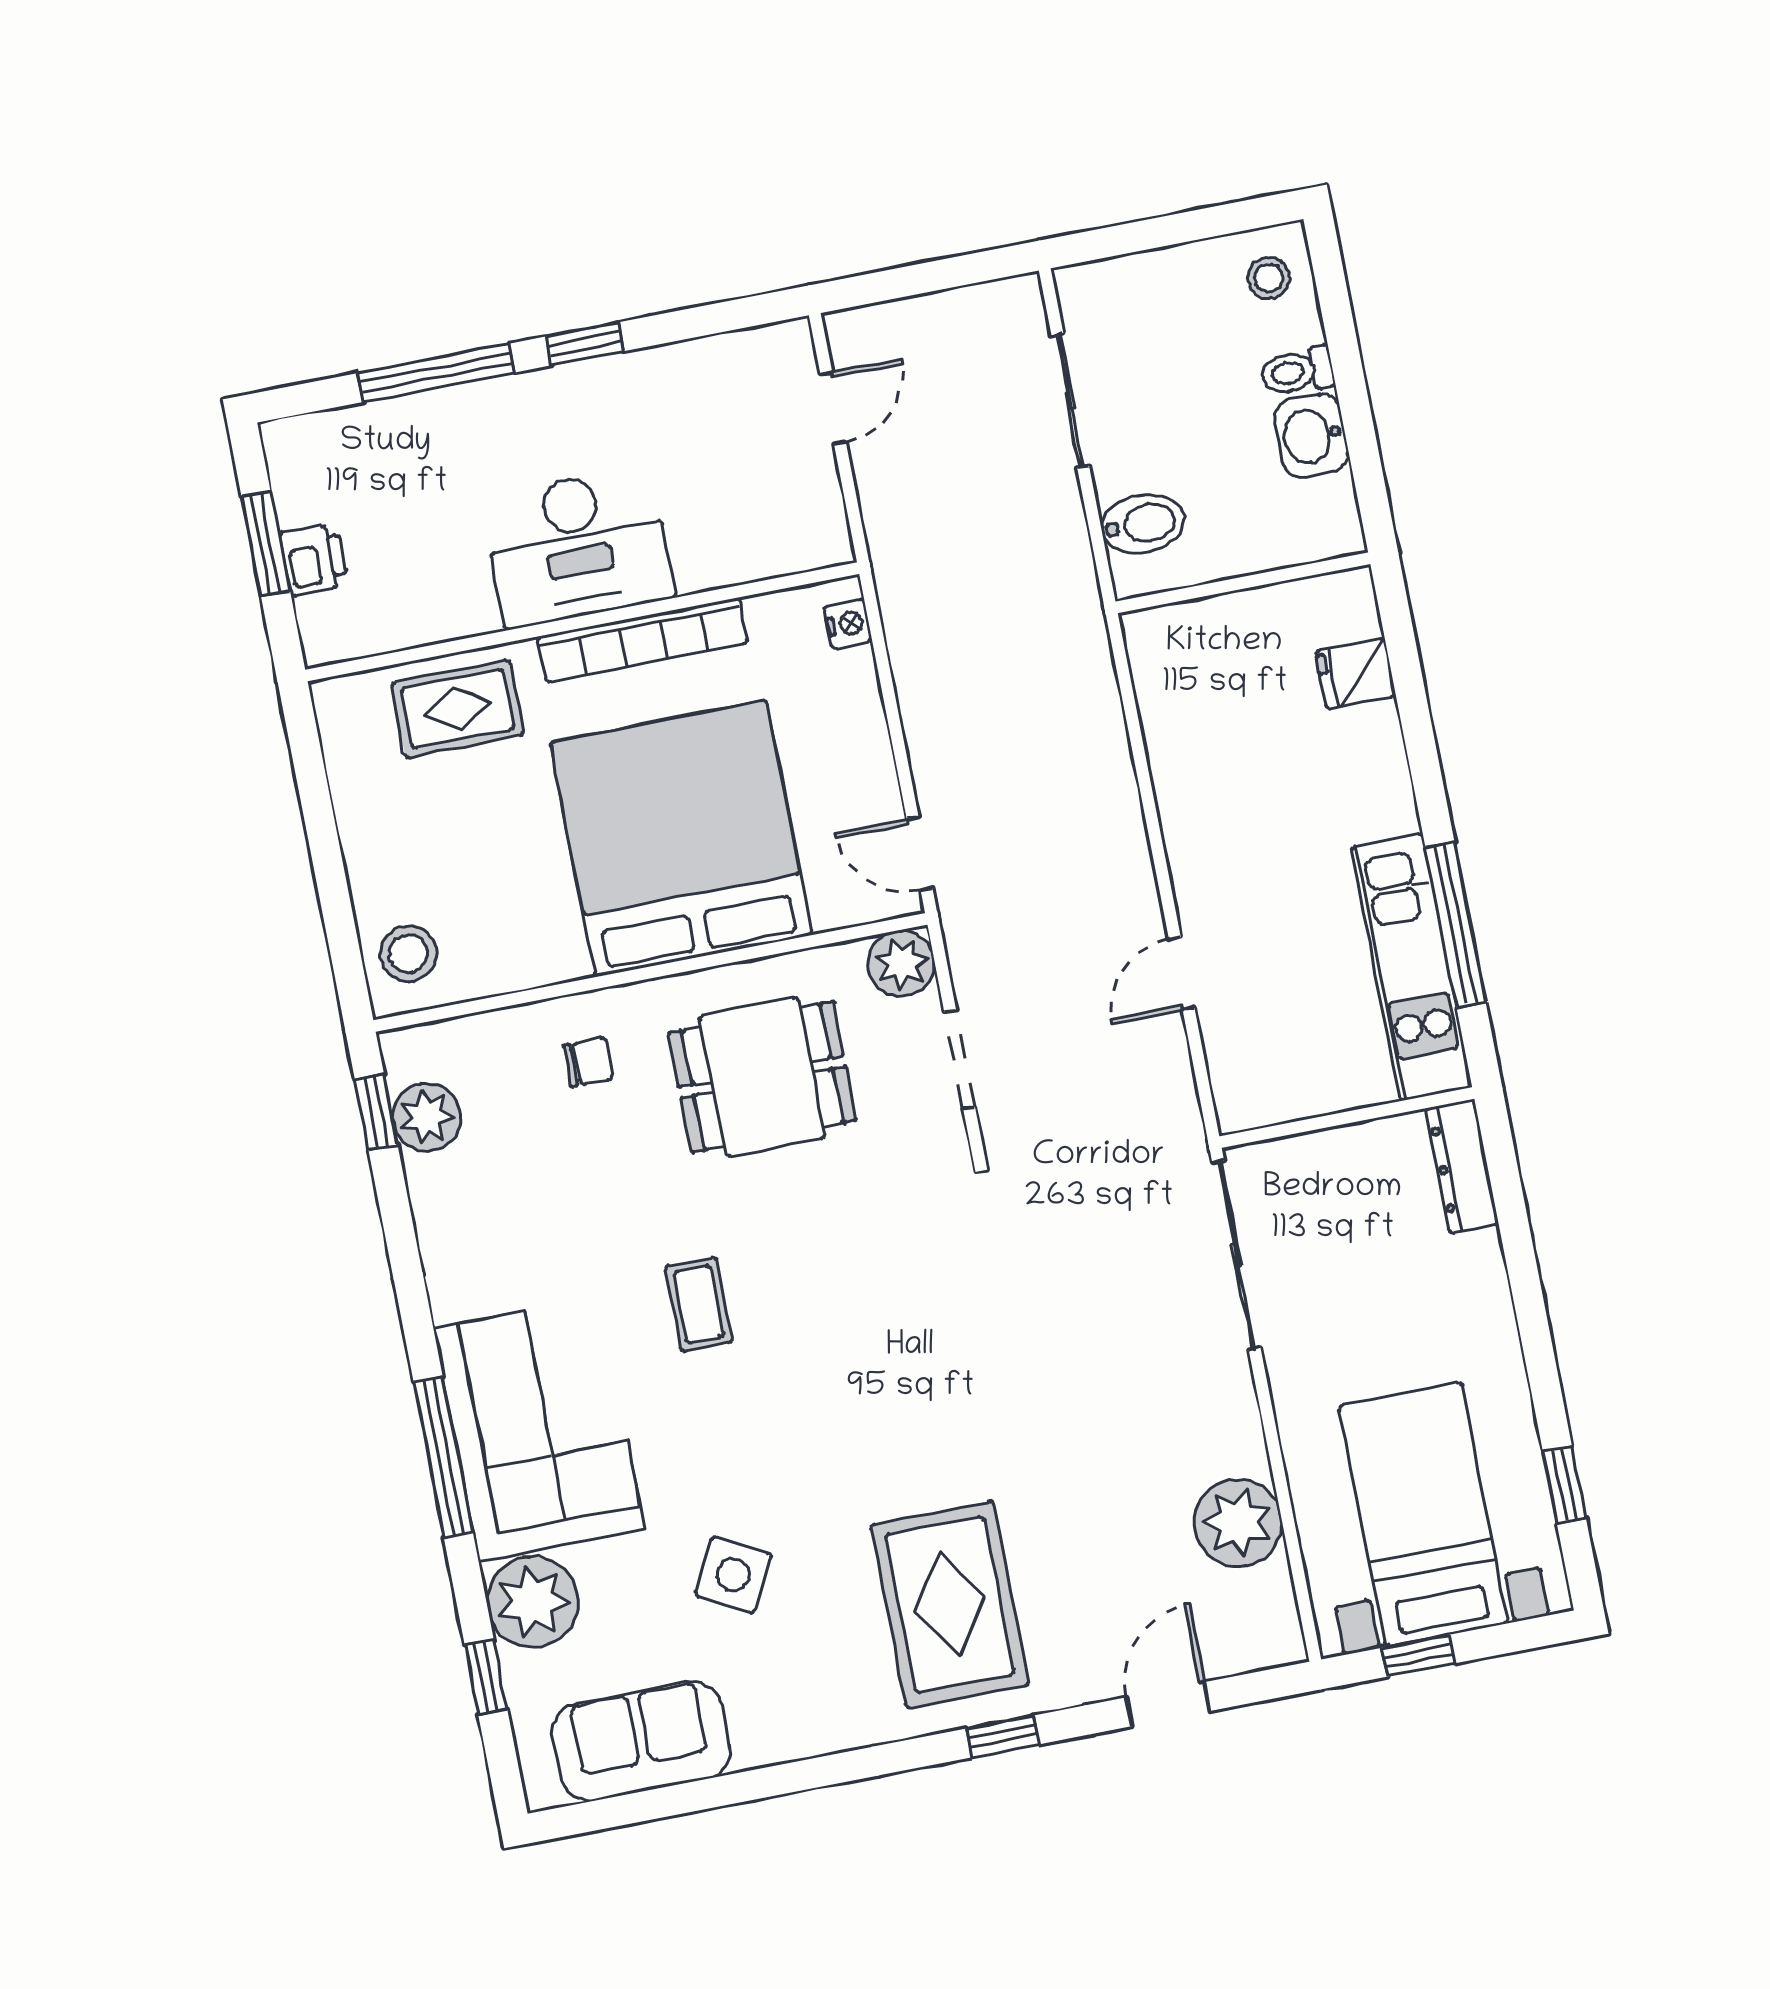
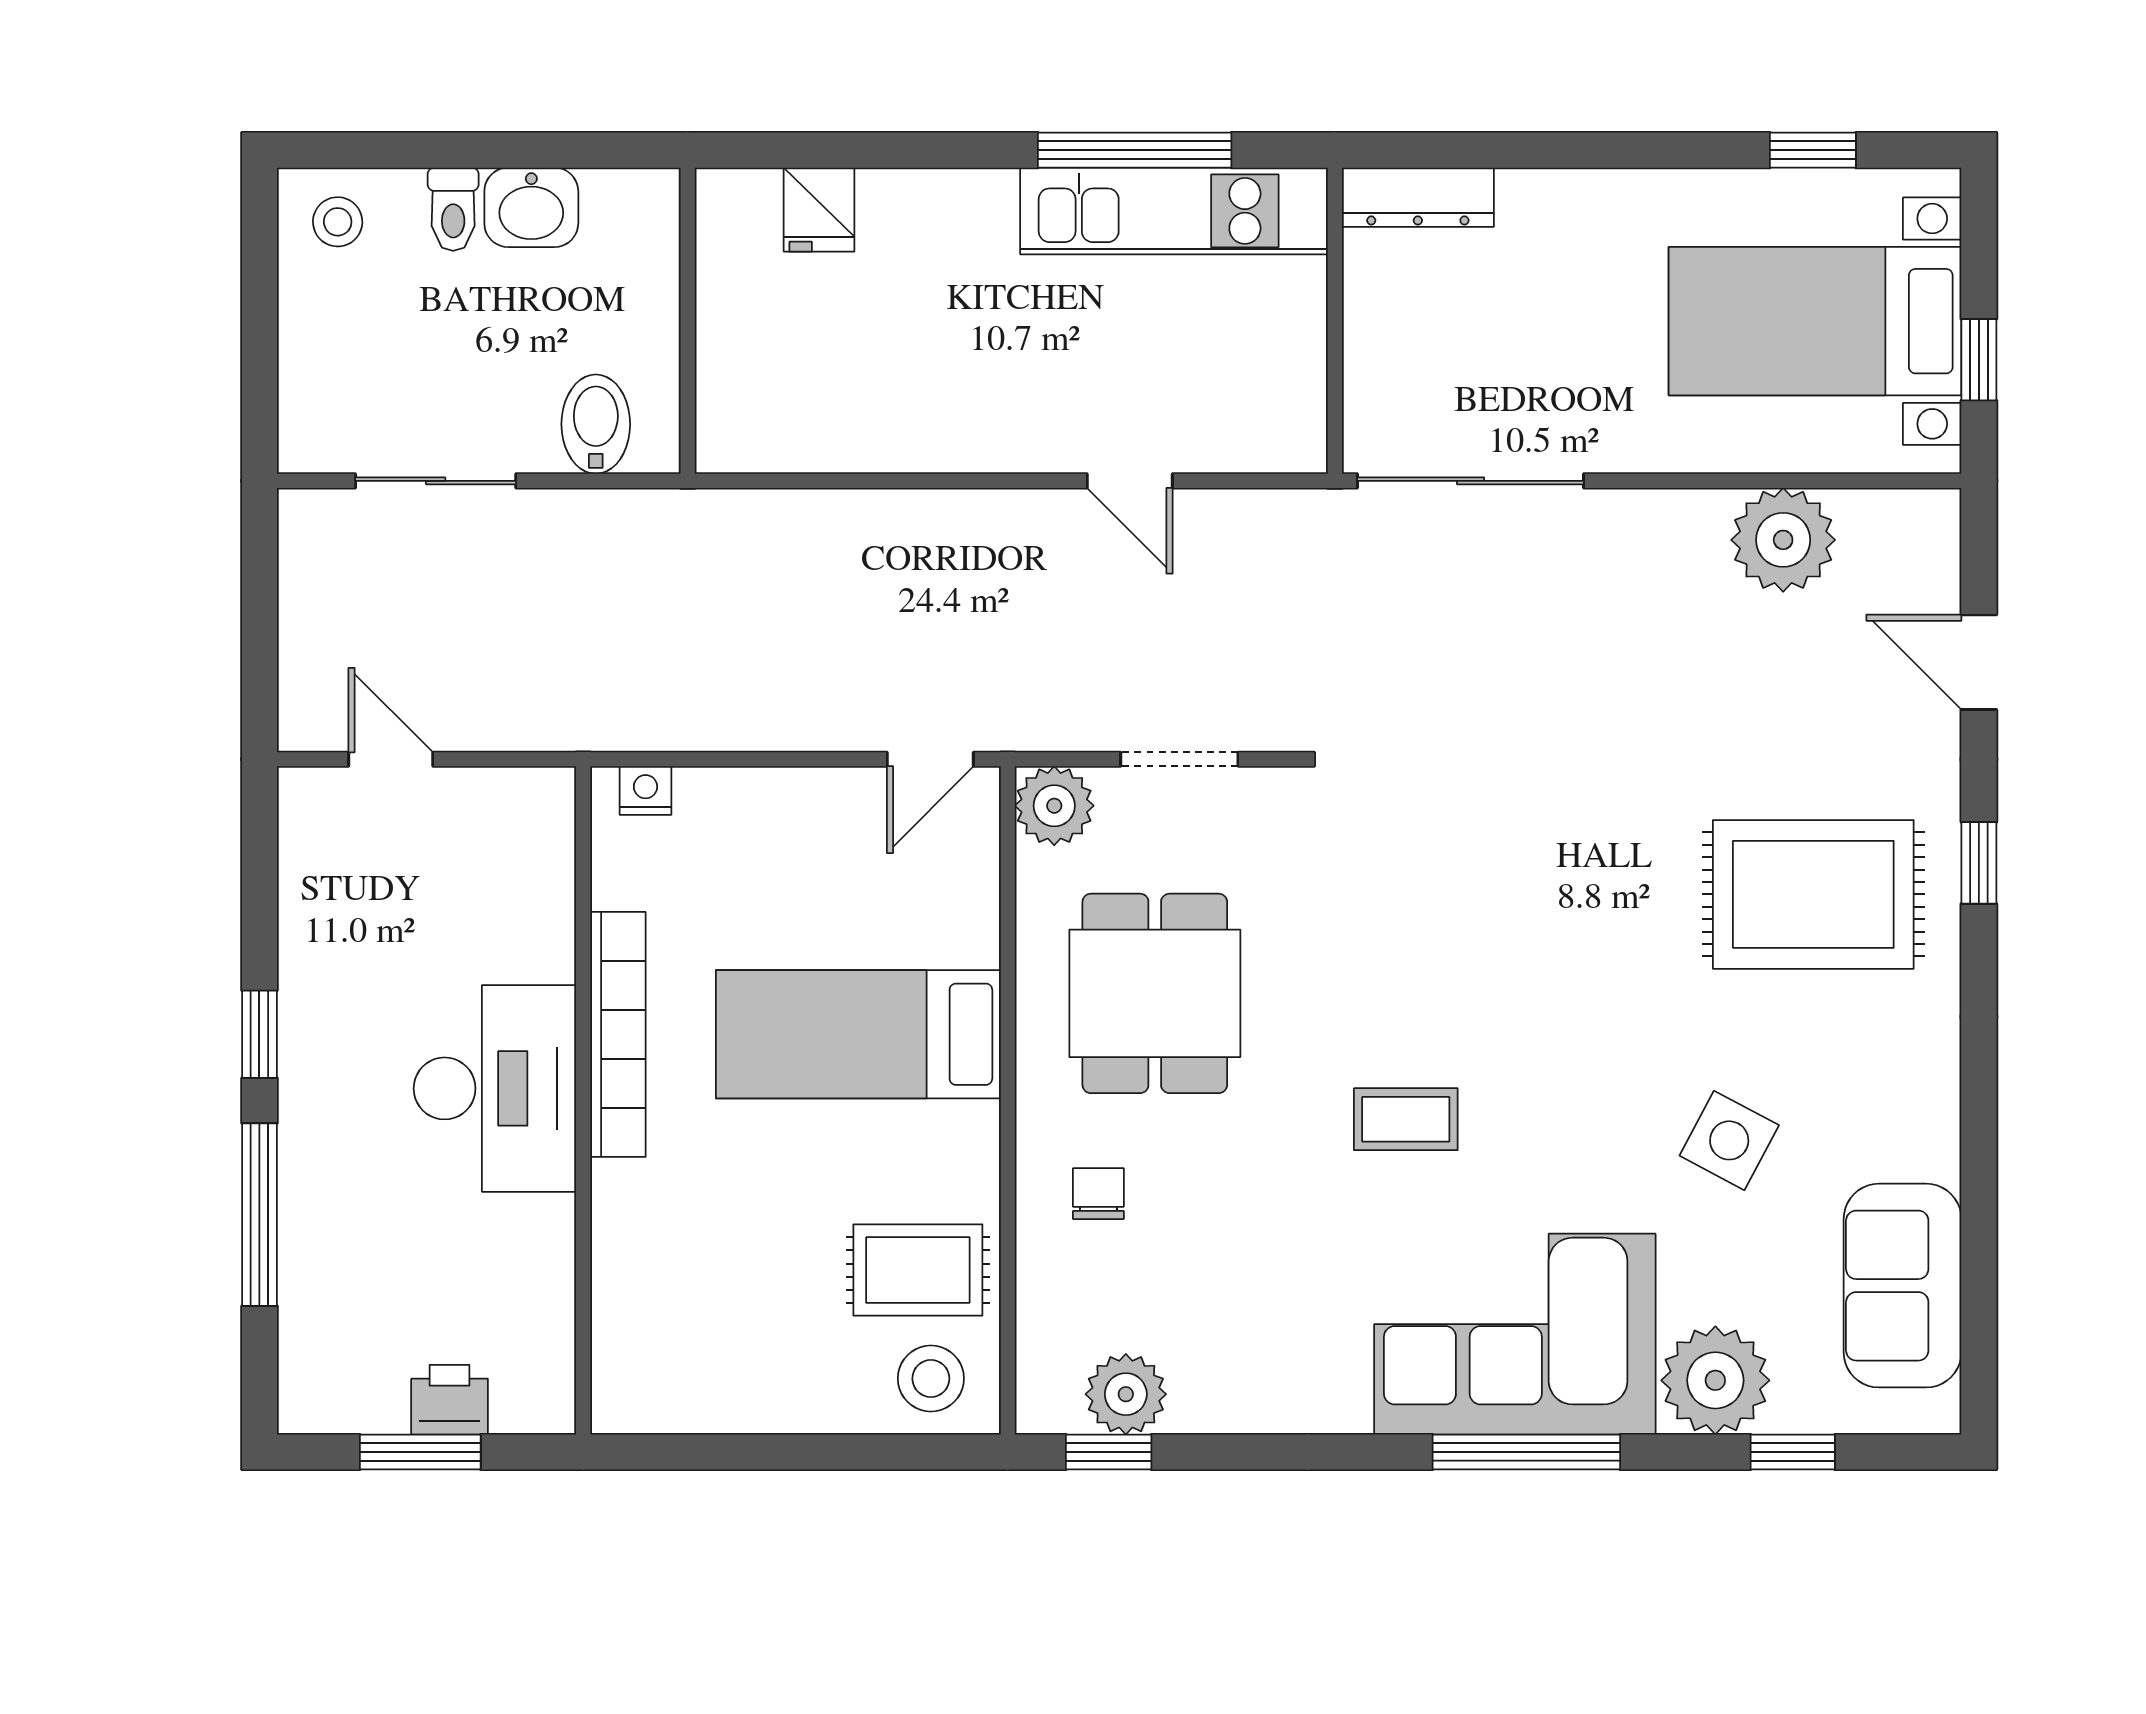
rug: (458, 709) -> (918, 1270), moved, turned 90
bed: (681, 838) -> (858, 1034), width x0.49

